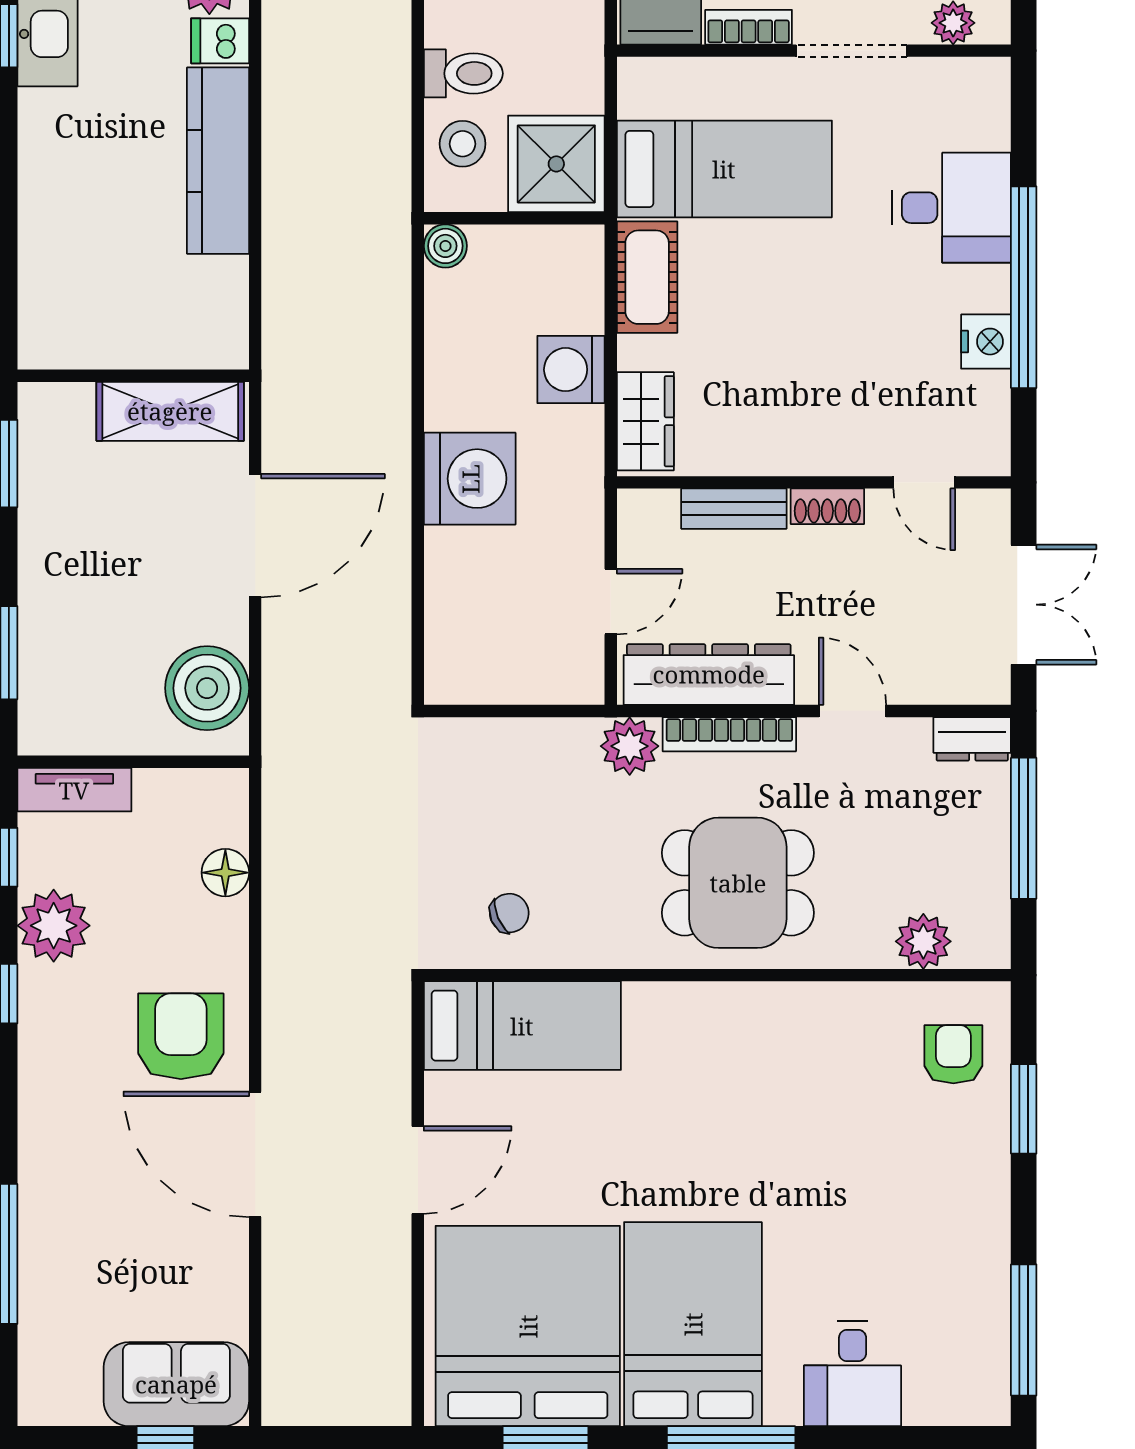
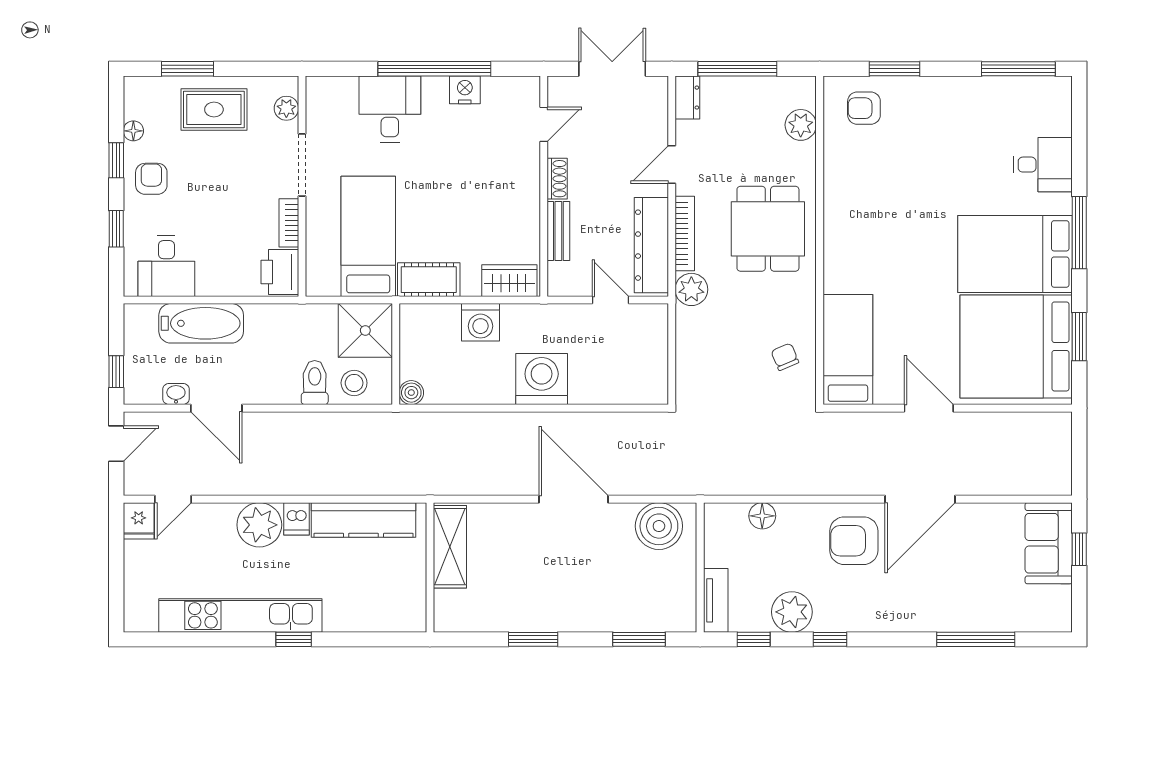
wall: (133, 376) -> (430, 567), moved
shelving: (170, 411) -> (450, 547), moved

